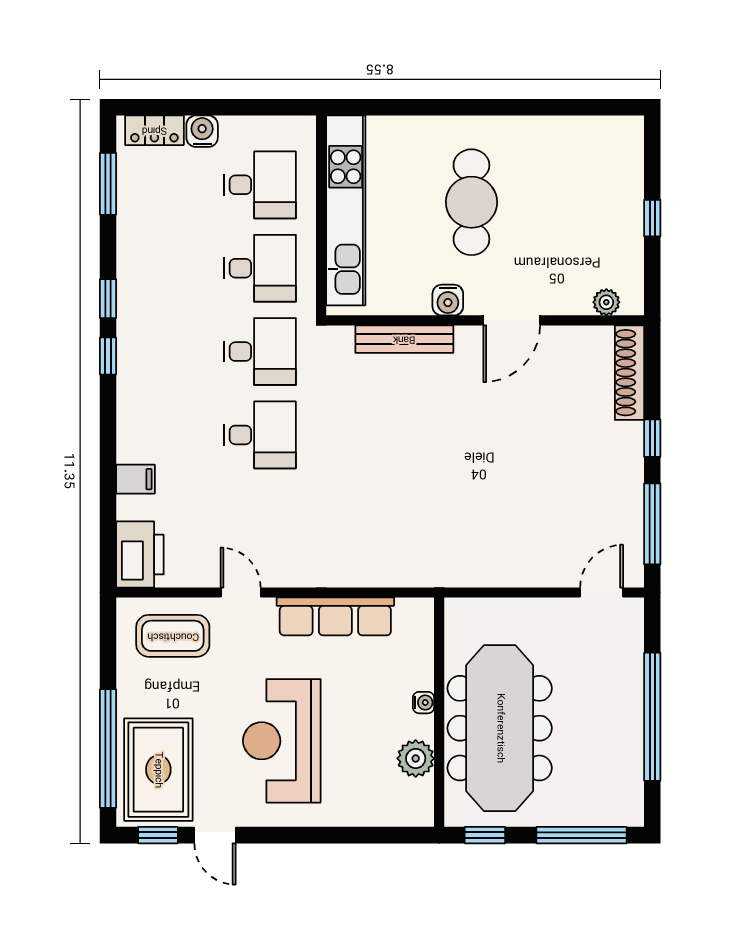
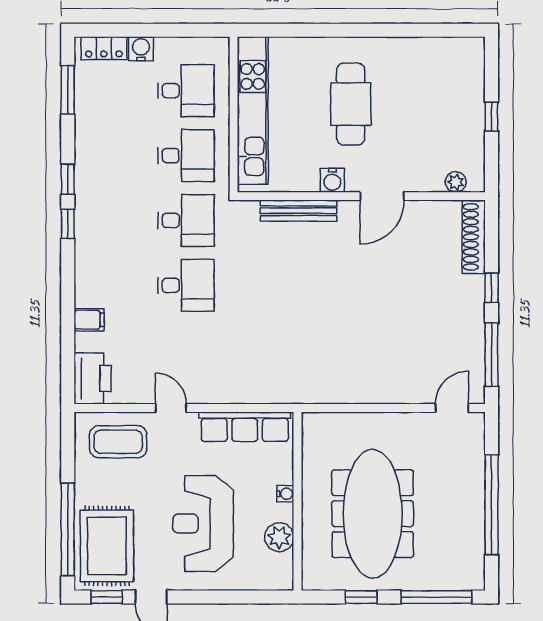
water cooler: (423, 703) -> (285, 494), moved
wall: (439, 712) -> (297, 501), moved
plant: (416, 758) -> (279, 537), moved

